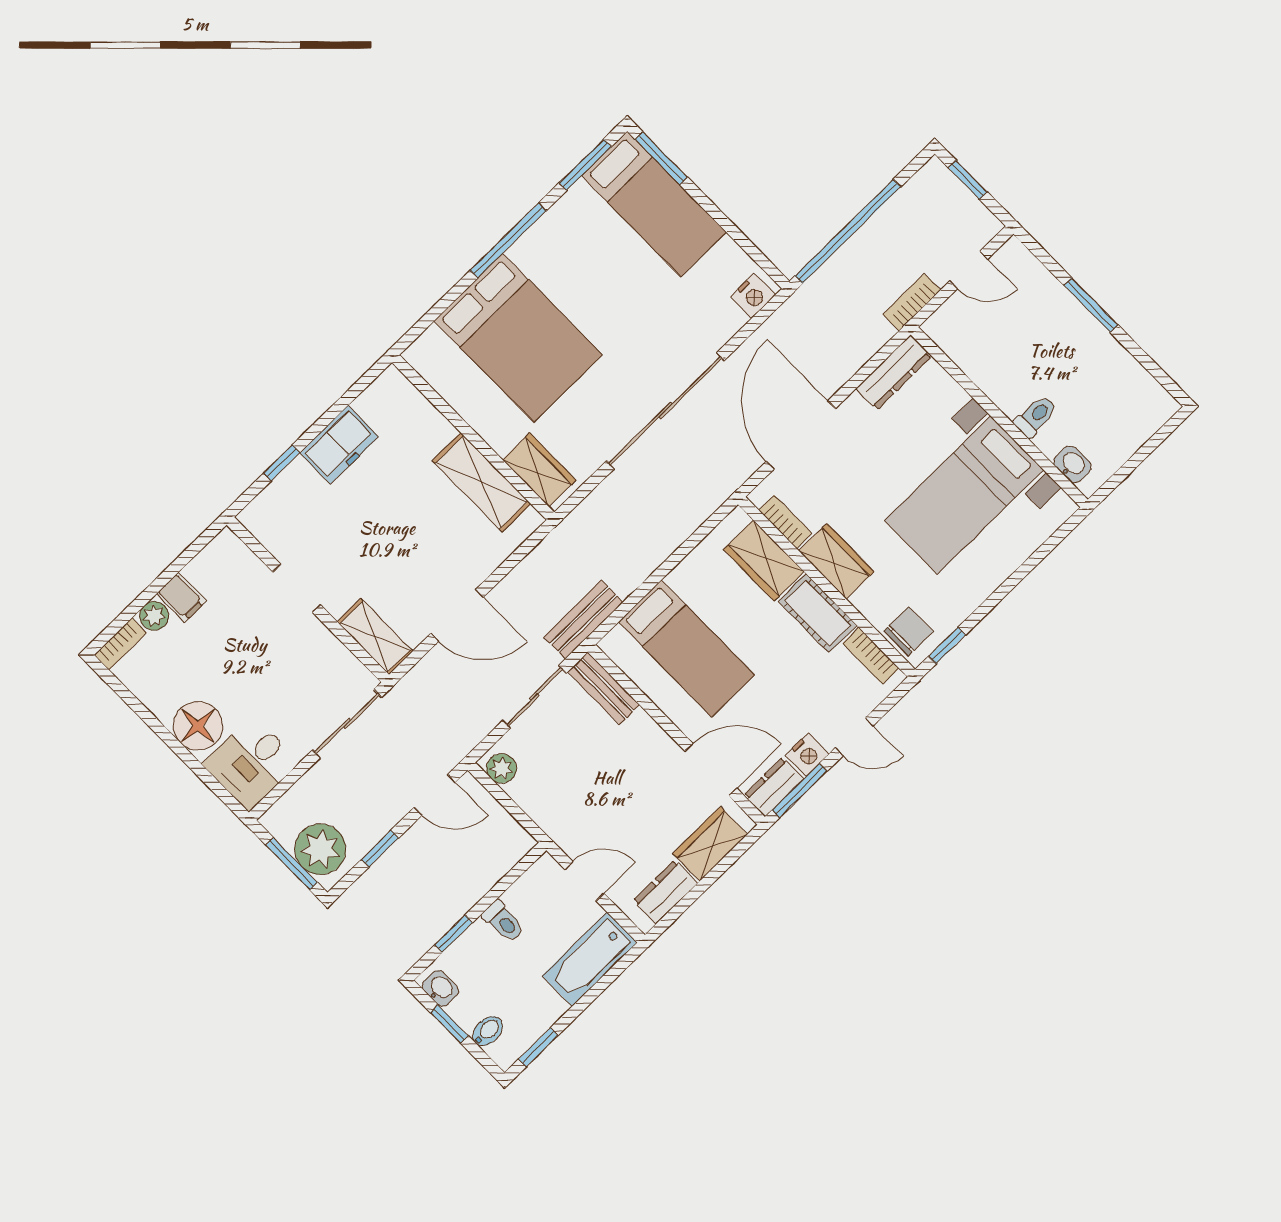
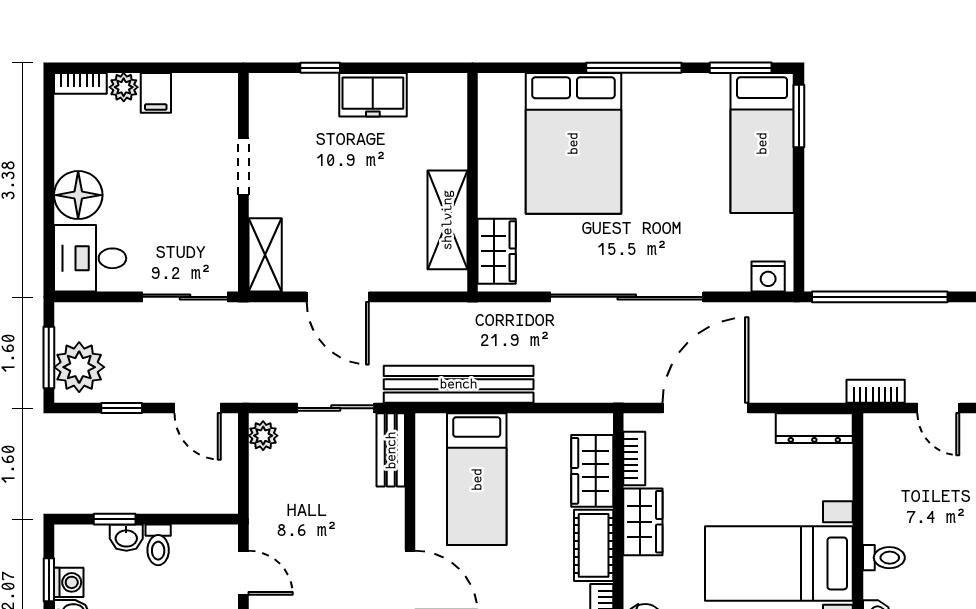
bench: (583, 620) -> (459, 384), width x1.86, depth x1.21
washbasin: (440, 988) -> (126, 538), moved, turned 90
washing machine: (465, 1012) -> (69, 582), added

